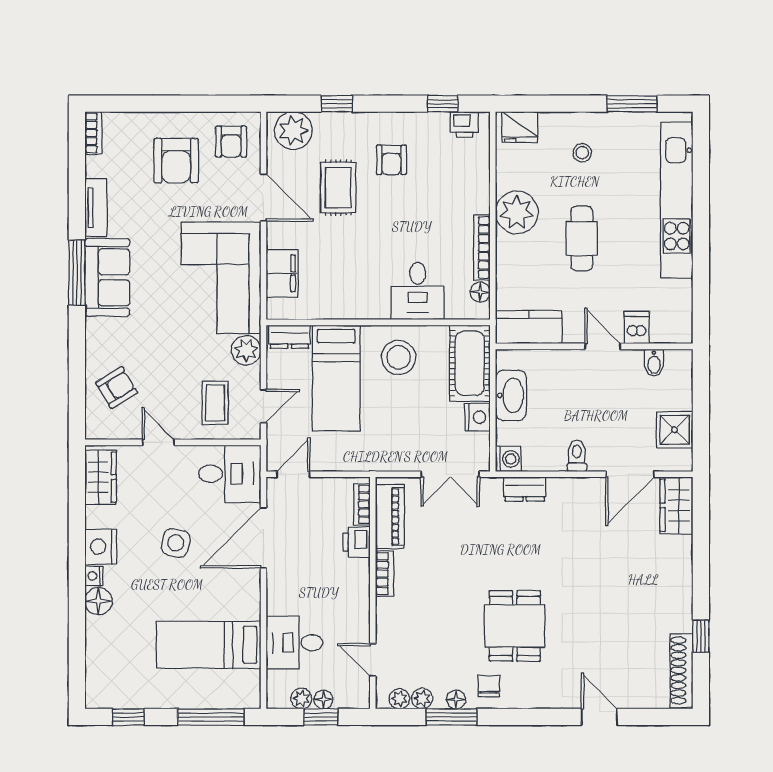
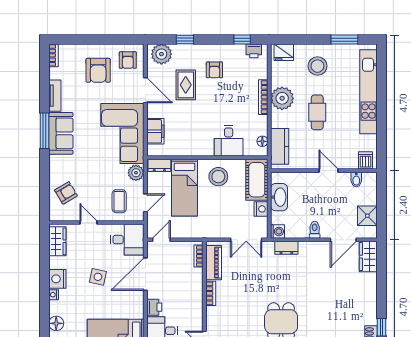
stool: (582, 153) -> (317, 66), width x1.89, depth x1.89
bookcase: (482, 247) -> (263, 97), moved
kitchen counter: (529, 327) -> (280, 146), moved, turned 90
dishwasher: (637, 327) -> (365, 160), moved
printer: (356, 542) -> (154, 307), moved, turned 180
floor lamp: (99, 601) -> (56, 323), moved

